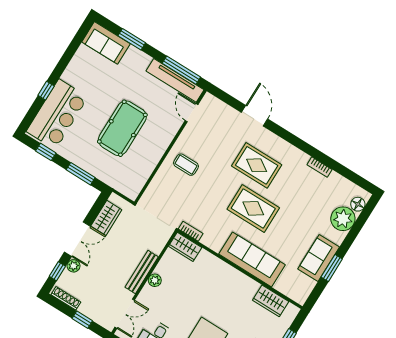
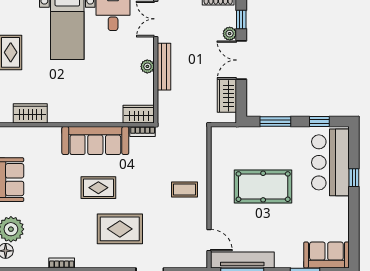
pool table: (122, 128) -> (263, 187), turned 90
rug: (253, 208) -> (98, 188), width x0.73, depth x0.70
sofa: (252, 259) -> (95, 141), moved

